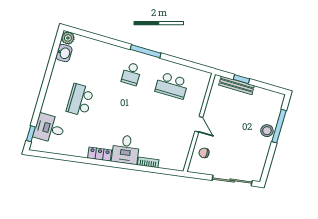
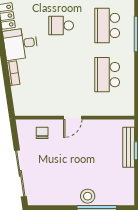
school desk: (131, 74) -> (107, 25), width x1.85
school desk: (120, 112) -> (61, 25), added

